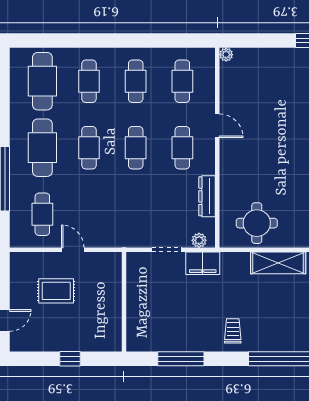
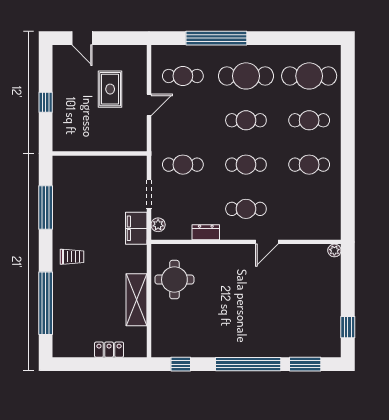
cafe table: (182, 81) -> (183, 165), moved
dresser: (207, 196) -> (206, 232), width x0.70

